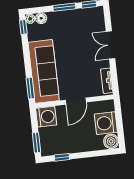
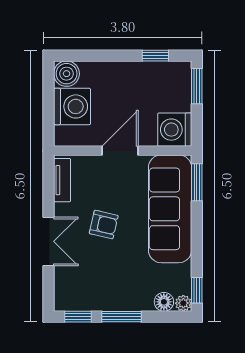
armchair: (80, 58) -> (104, 224), added

